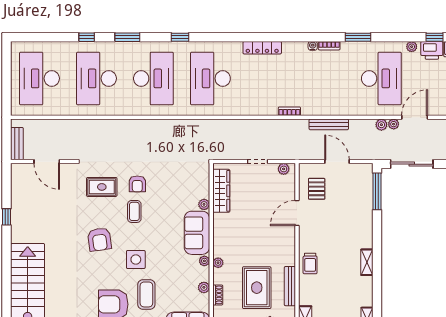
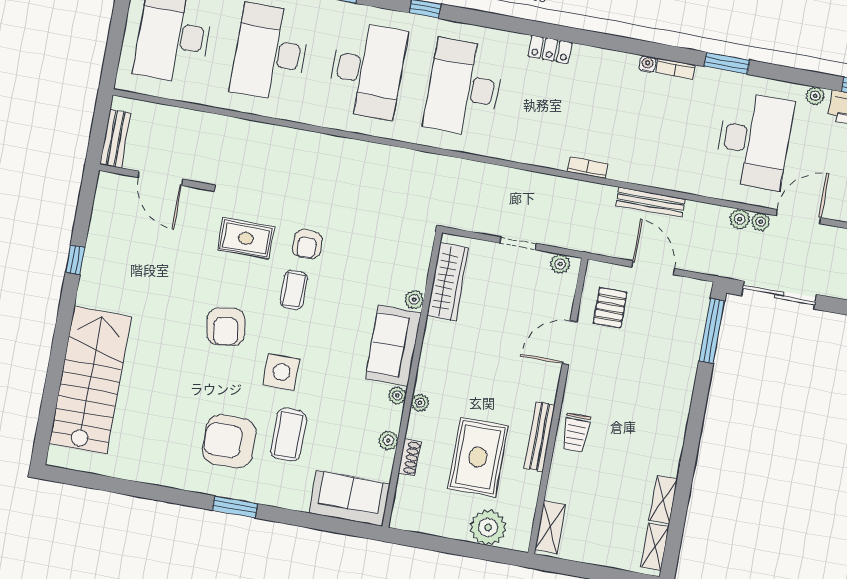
locker: (262, 48) -> (550, 50), width x0.66
shelving: (367, 262) -> (663, 500), moved
bench: (290, 286) -> (540, 437), moved

